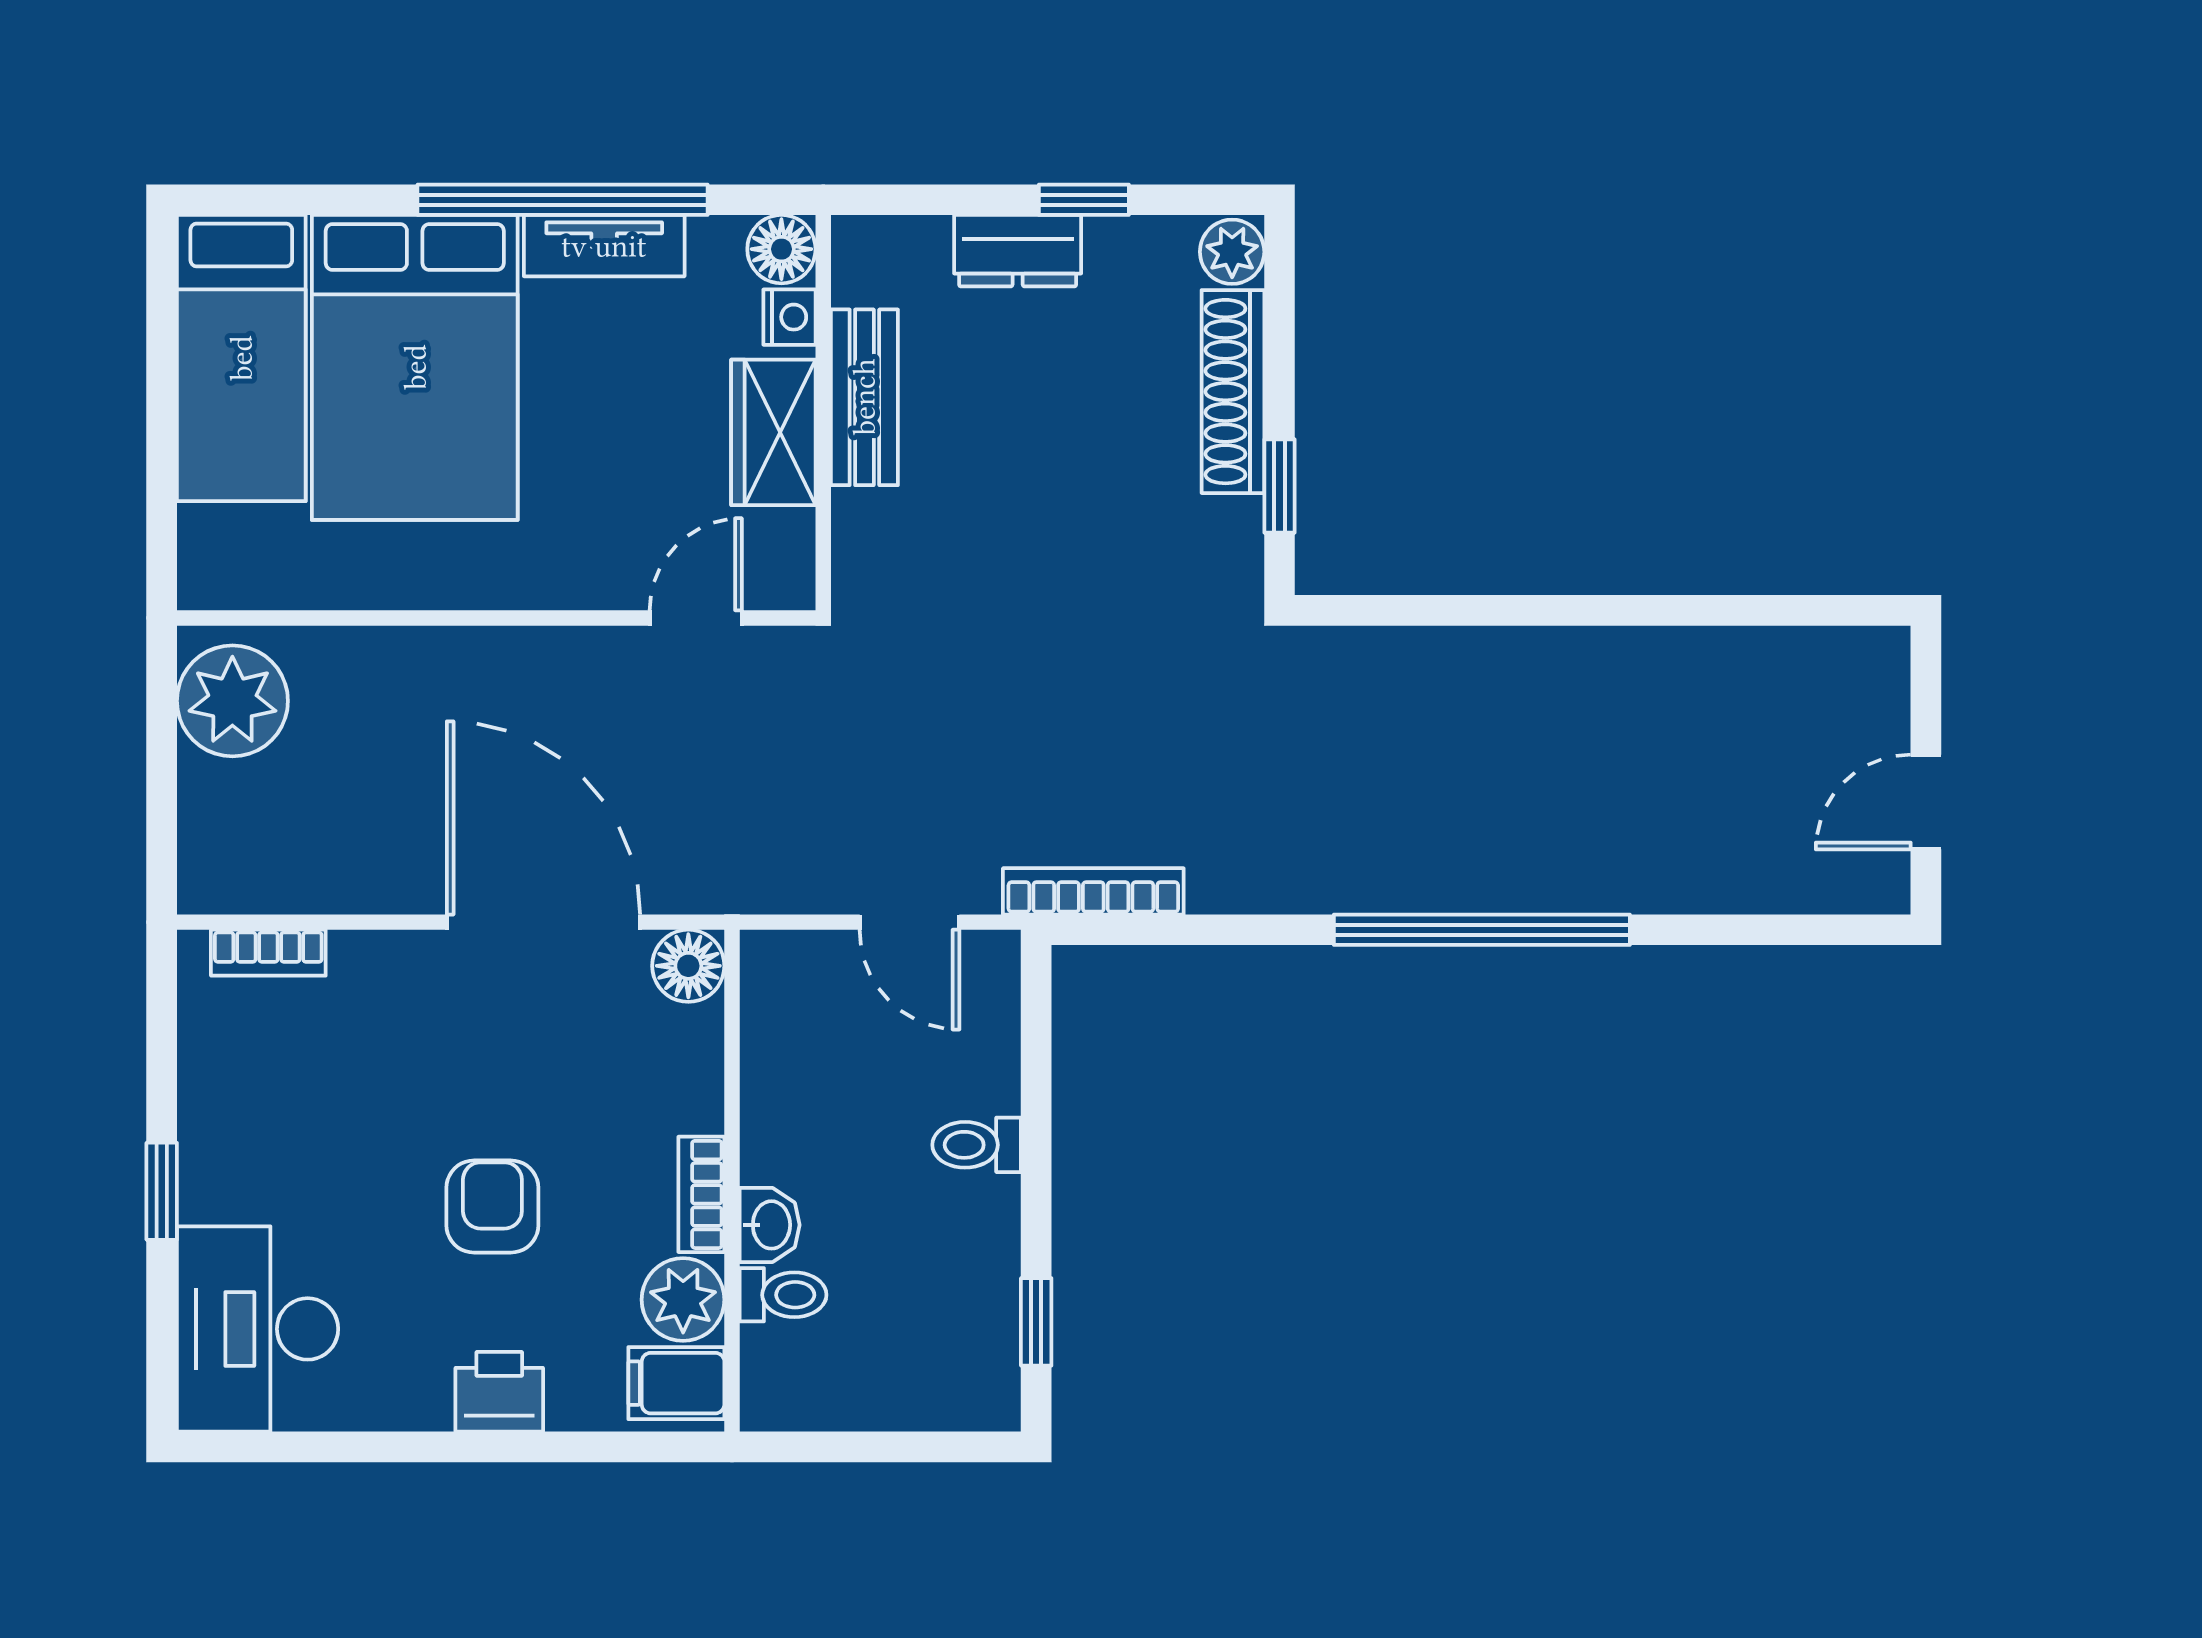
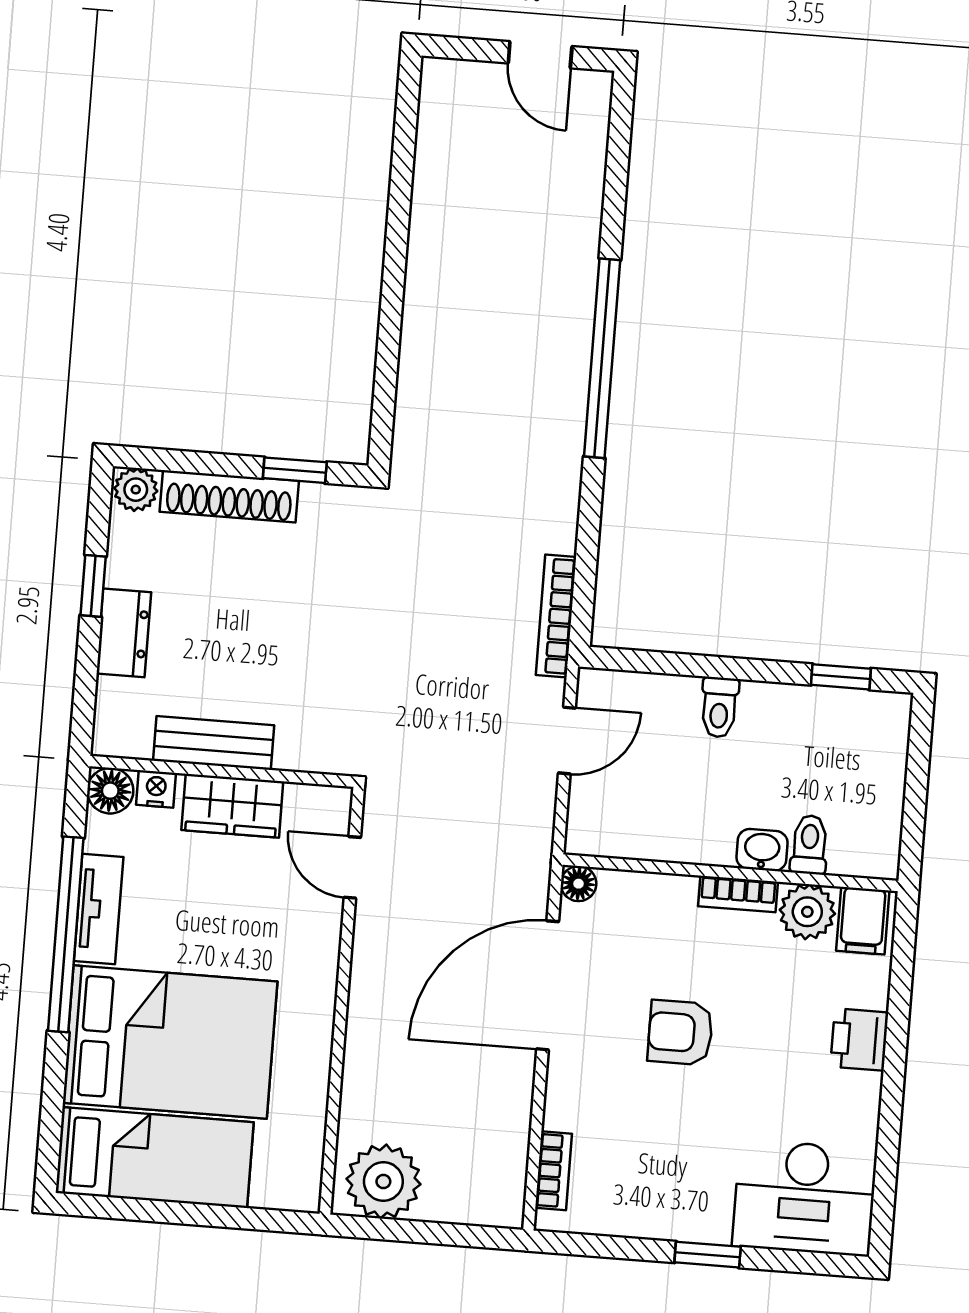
floor lamp: (688, 966) -> (578, 884), width x0.73, depth x0.73
armchair: (492, 1207) -> (680, 1033), moved

